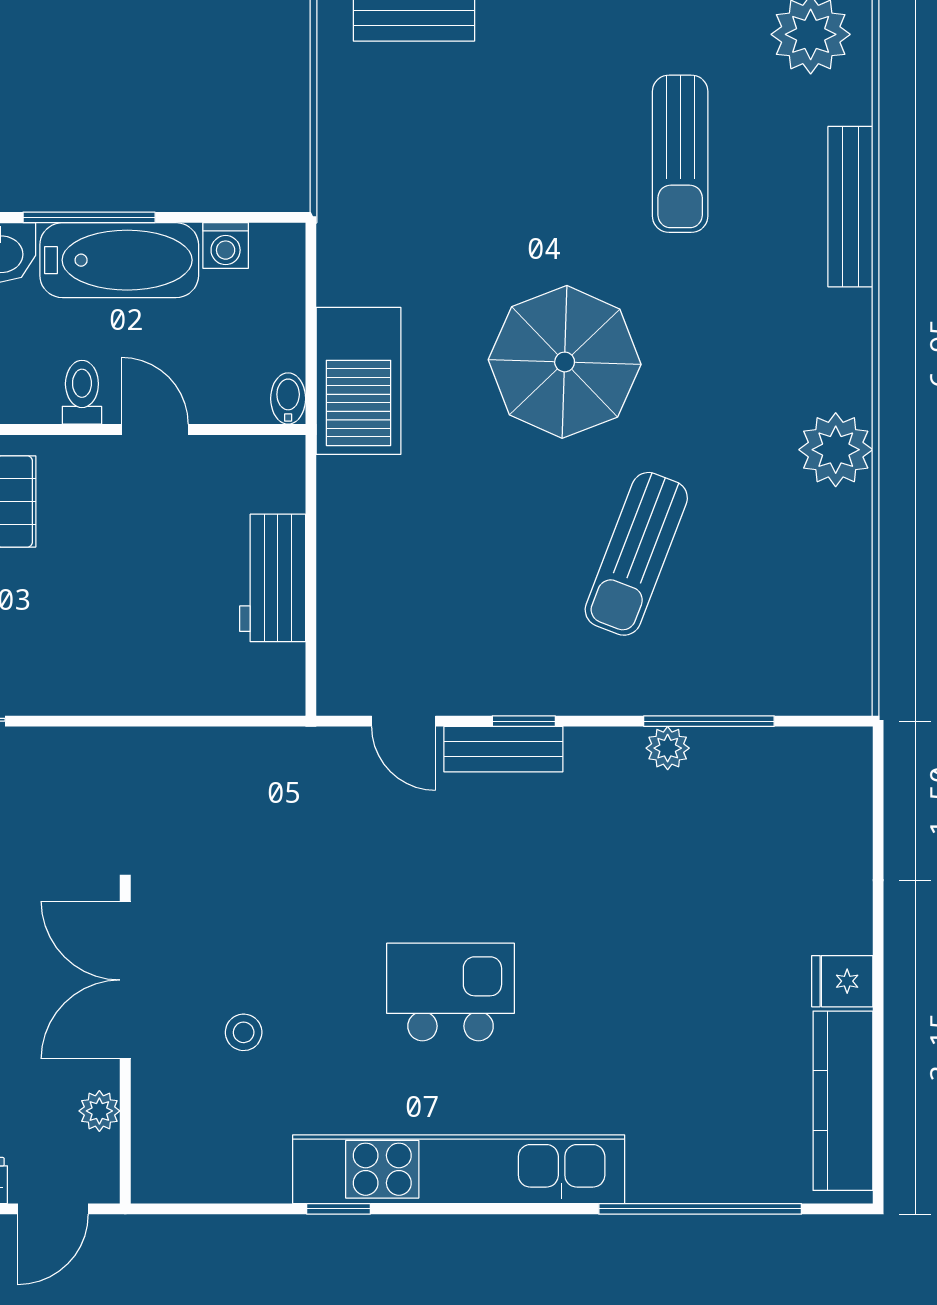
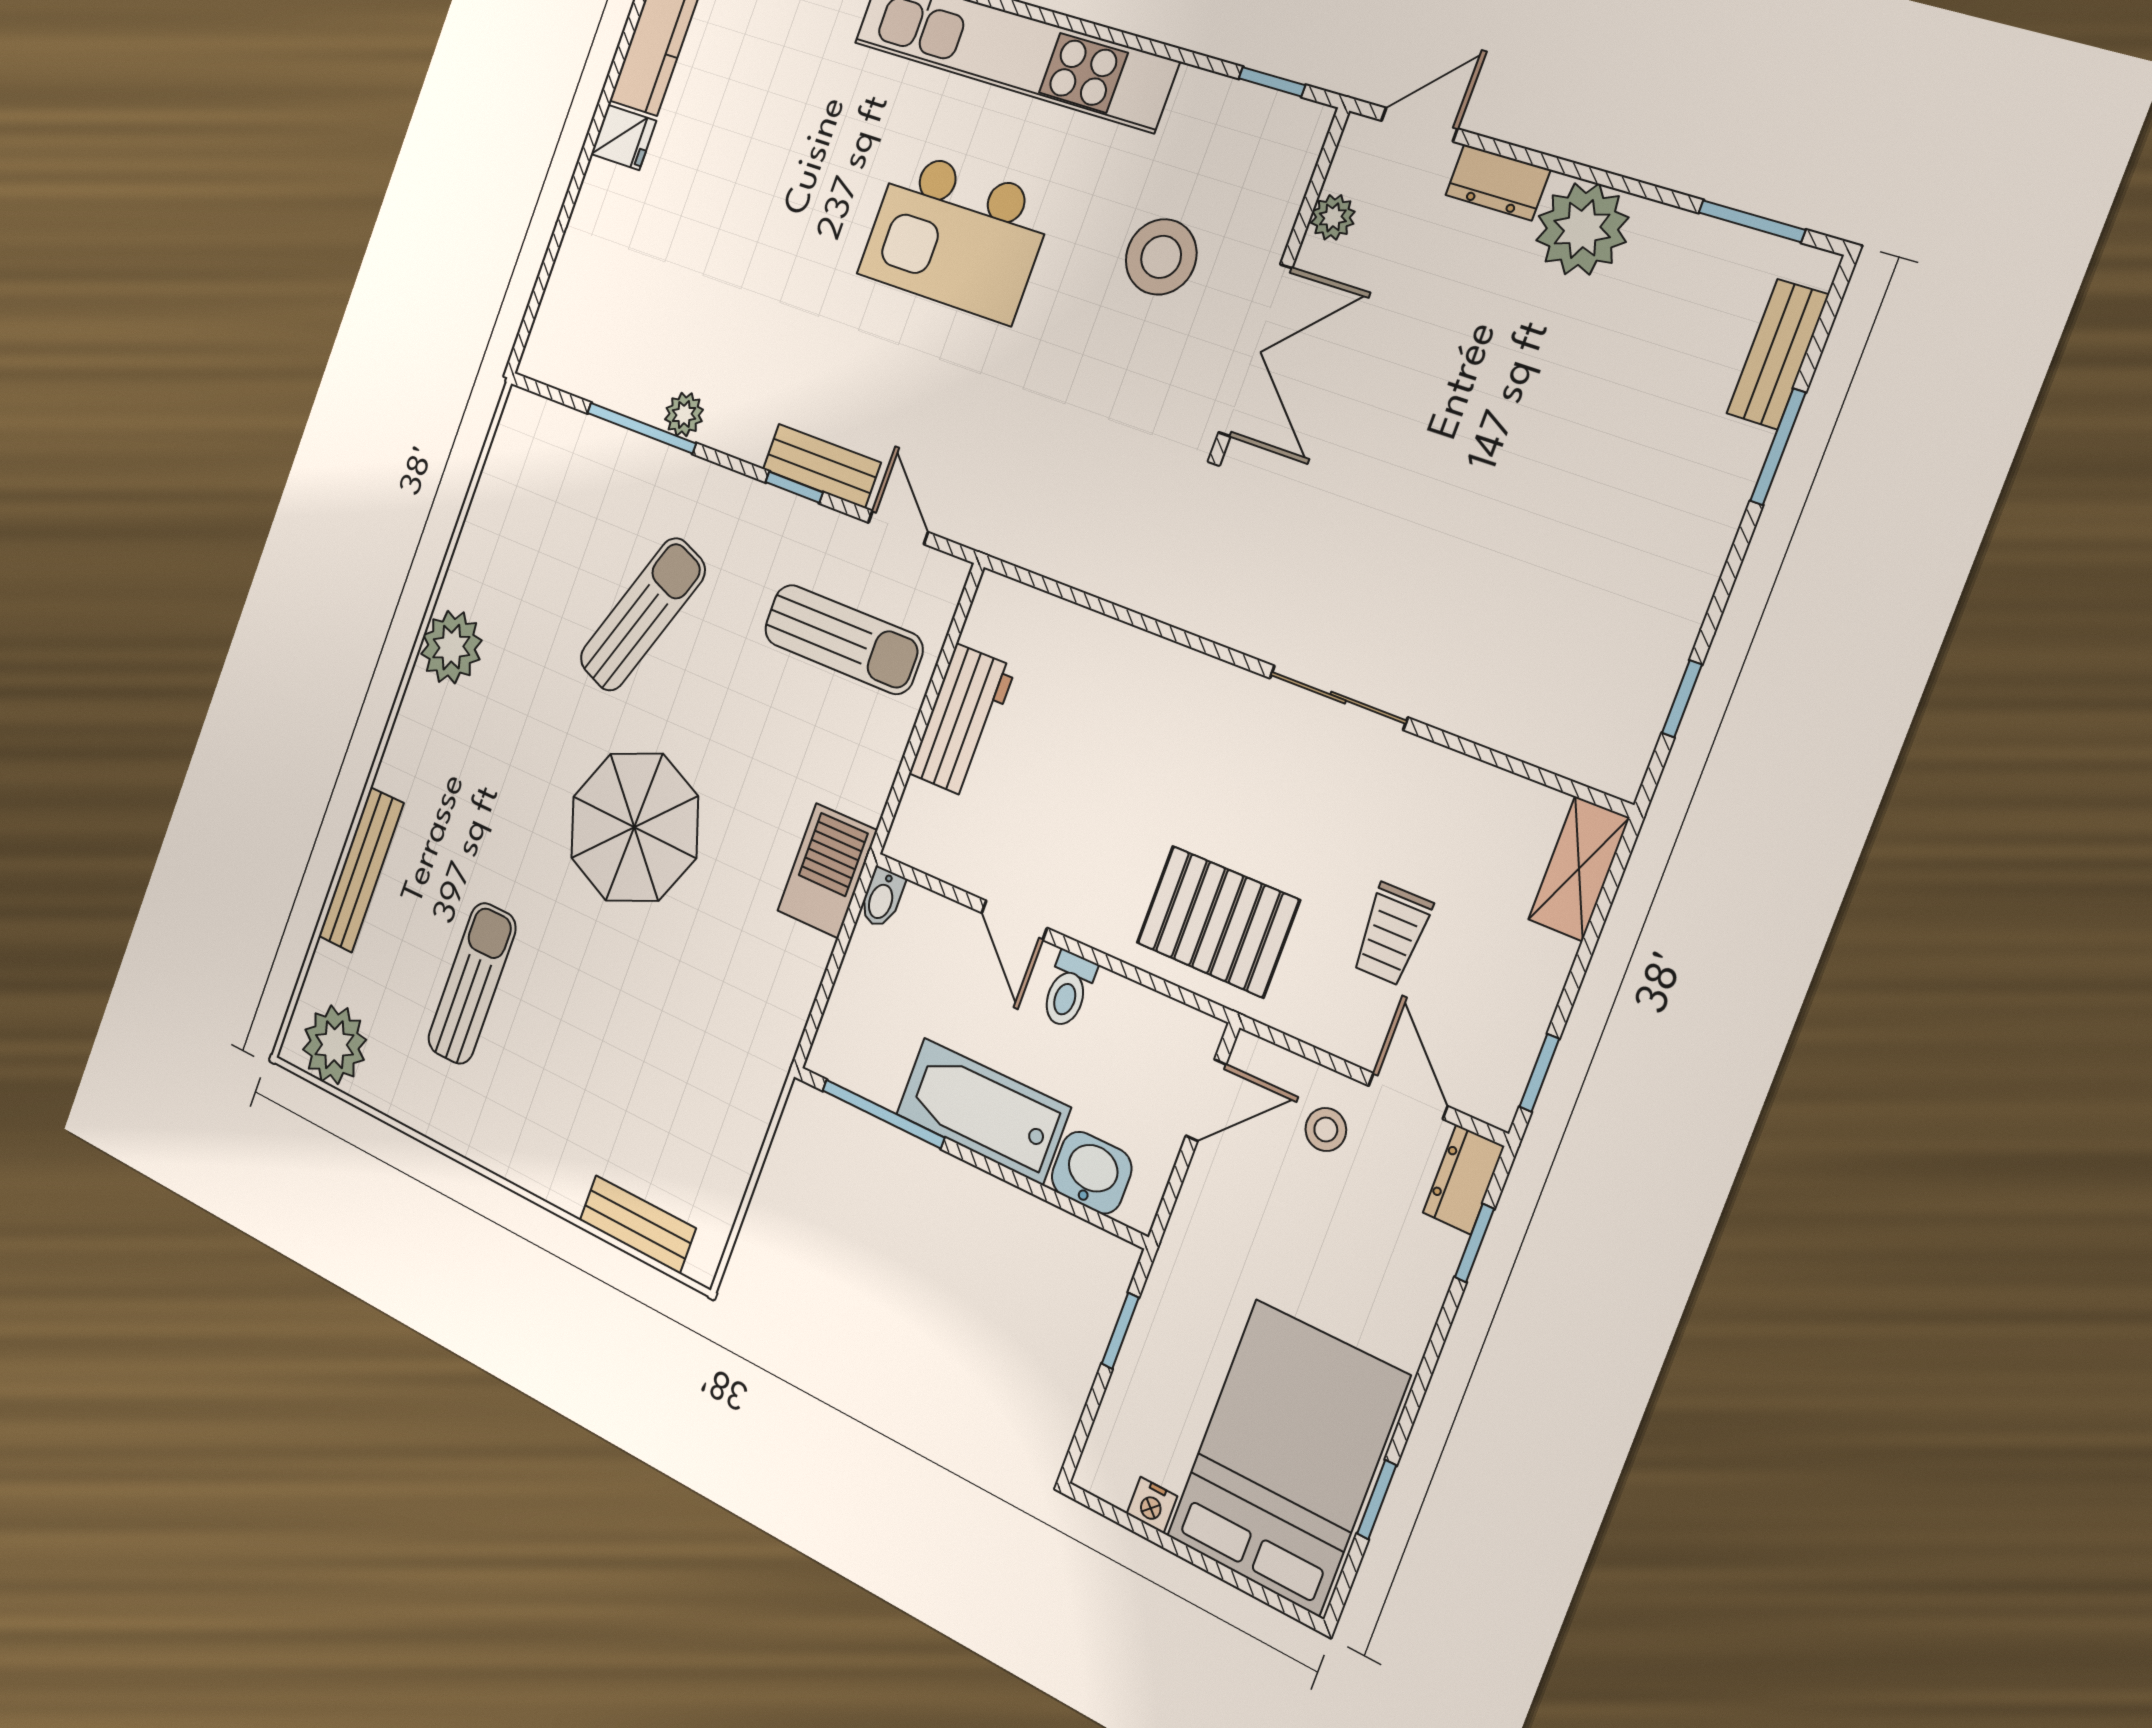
window: (89, 217) -> (883, 1114), moved
washing machine: (226, 246) -> (881, 1079), removed
barbecue: (359, 381) -> (827, 871), width x0.73, depth x0.83
sun lounger: (418, 606) -> (843, 639), added
kitchen island: (451, 992) -> (956, 236), width x1.37, depth x1.28
stool: (244, 1032) -> (1161, 257), width x1.89, depth x1.89
window: (339, 1209) -> (1272, 82), moved

